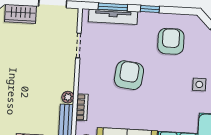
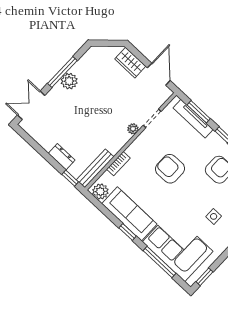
armchair: (129, 75) -> (170, 169), turned -97
plant: (68, 97) -> (133, 129), moved

